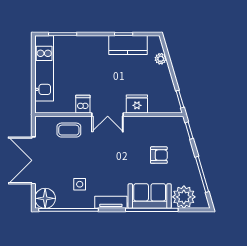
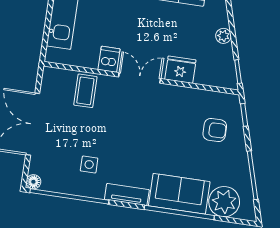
plant: (161, 59) -> (223, 36), moved
double door: (108, 115) -> (140, 78), swing flipped
coffee table: (69, 130) -> (85, 91), turned 90
armchair: (159, 155) -> (215, 130), moved
floor lamp: (45, 198) -> (33, 182), width x0.53, depth x0.53

